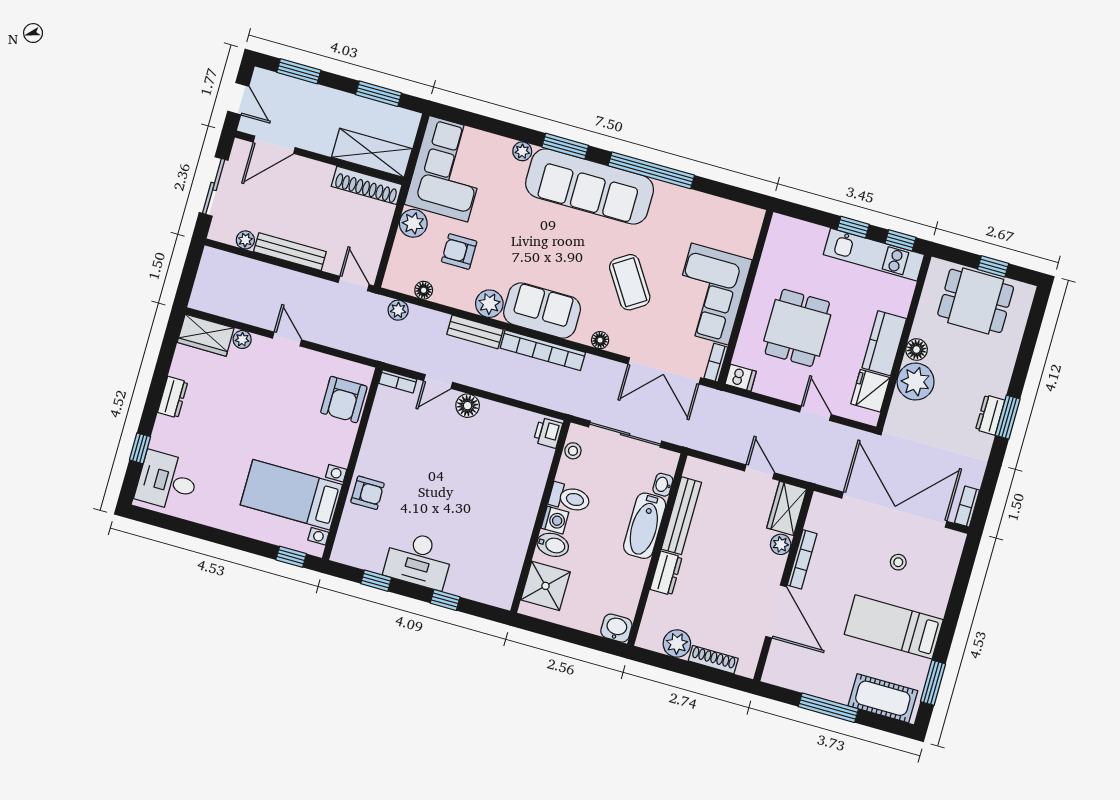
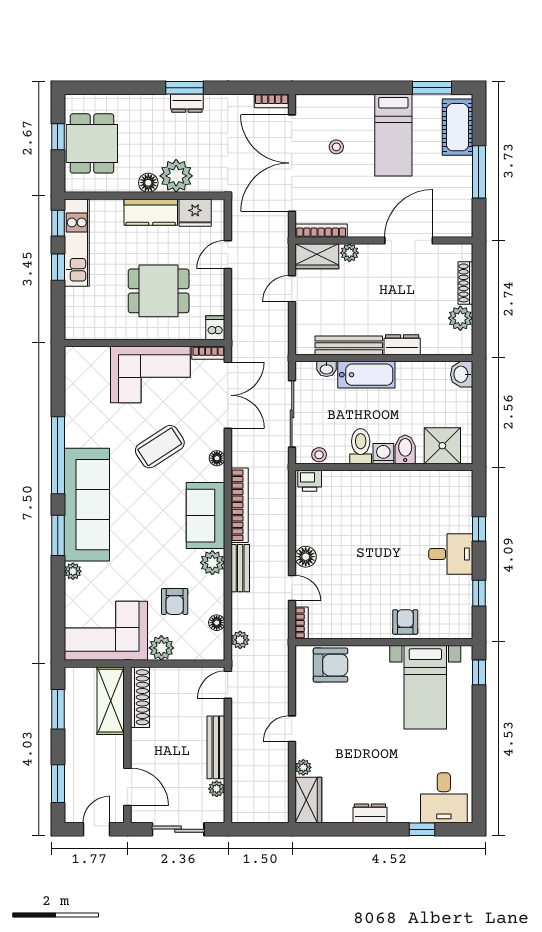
bookcase: (802, 559) -> (321, 231), moved
desk: (419, 560) -> (451, 554), width x0.73

